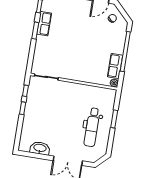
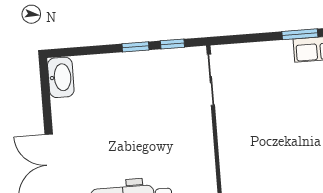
washbasin: (40, 148) -> (61, 77), moved

